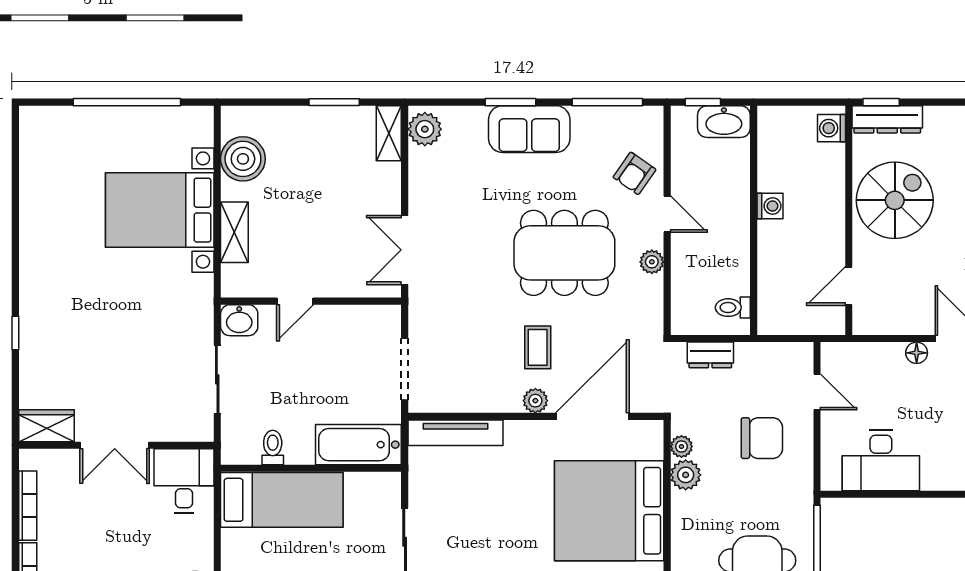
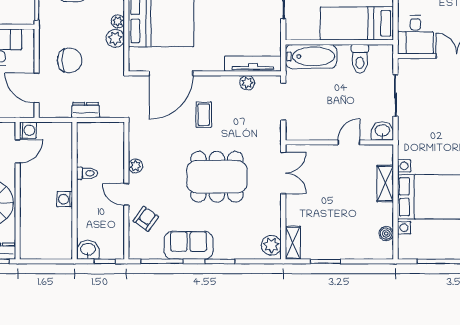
washbasin: (724, 122) -> (88, 250), width x0.72
washing machine: (831, 128) -> (28, 130), moved
sofa: (529, 129) -> (189, 245), moved
boiler: (243, 159) -> (386, 234), width x0.54, depth x0.54
dining table: (564, 253) -> (217, 177), moved
toilet: (733, 308) -> (87, 173), moved
dresser: (710, 355) -> (86, 110), moved
door: (817, 392) -> (37, 88), width x1.38
plant: (535, 401) -> (247, 83), moved
chair: (762, 438) -> (70, 60), turned 180
plant: (681, 446) -> (118, 21), moved
toilet: (273, 447) -> (360, 59), width x1.37, depth x1.39

